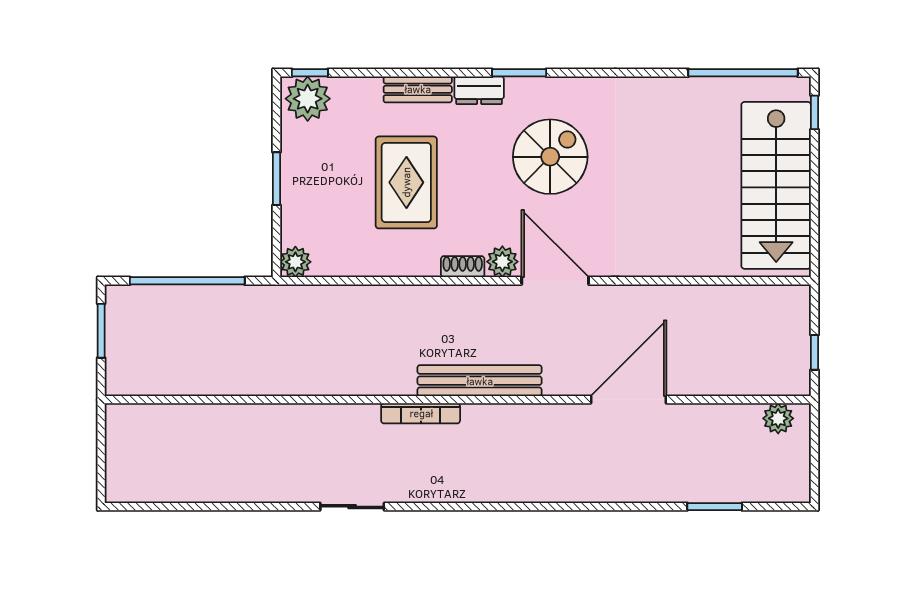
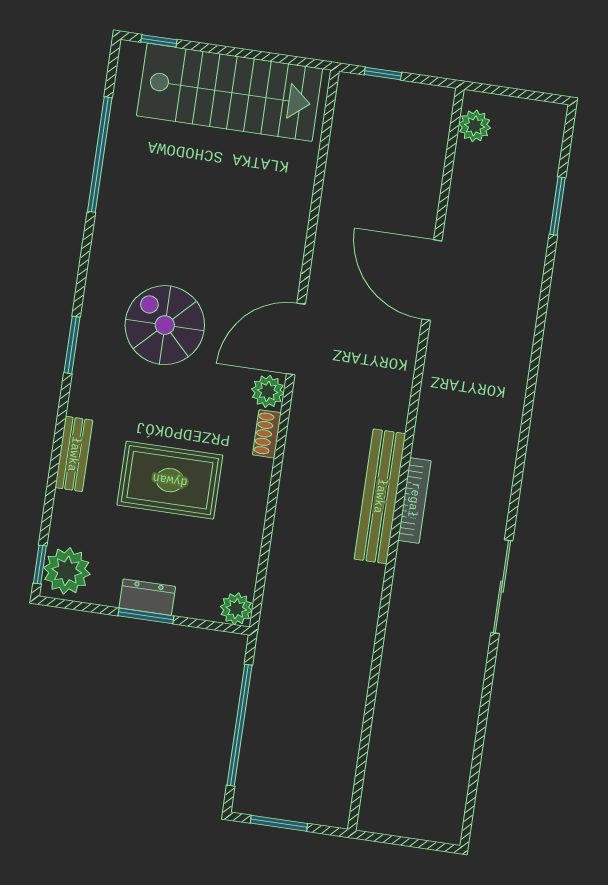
window: (743, 73) -> (100, 155), moved
dresser: (479, 90) -> (147, 597), moved, turned -90
window: (814, 352) -> (383, 74), moved
bench: (480, 381) -> (380, 496), moved
sliding door: (352, 507) -> (502, 587), width x1.37

